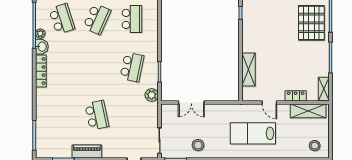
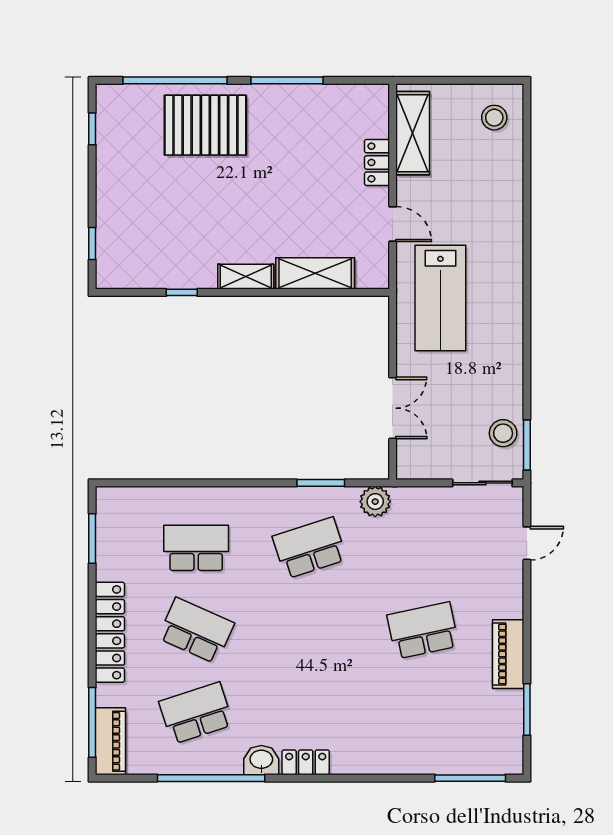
plant: (40, 34) -> (231, 764), removed
school desk: (132, 67) -> (310, 548), turned -30
locker: (41, 71) -> (306, 762), width x0.66
shelving: (324, 89) -> (246, 277), moved
door: (269, 102) -> (393, 224), hinge flipped
lab bench: (253, 133) -> (440, 298), moved
stool: (198, 145) -> (503, 433), moved

